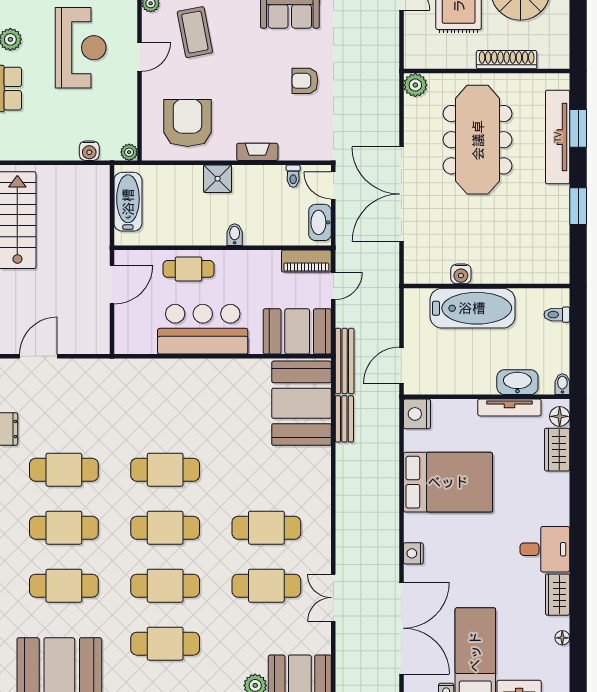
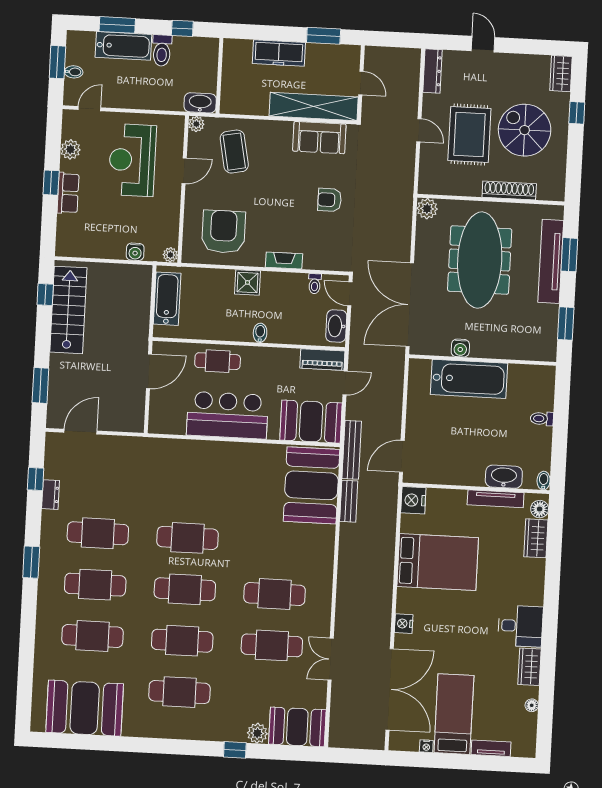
reception desk: (81, 48) -> (132, 160), turned 180
water cooler: (461, 274) -> (460, 348), moved
wall: (487, 286) -> (482, 360), moved
bathtub: (472, 308) -> (469, 379), moved

